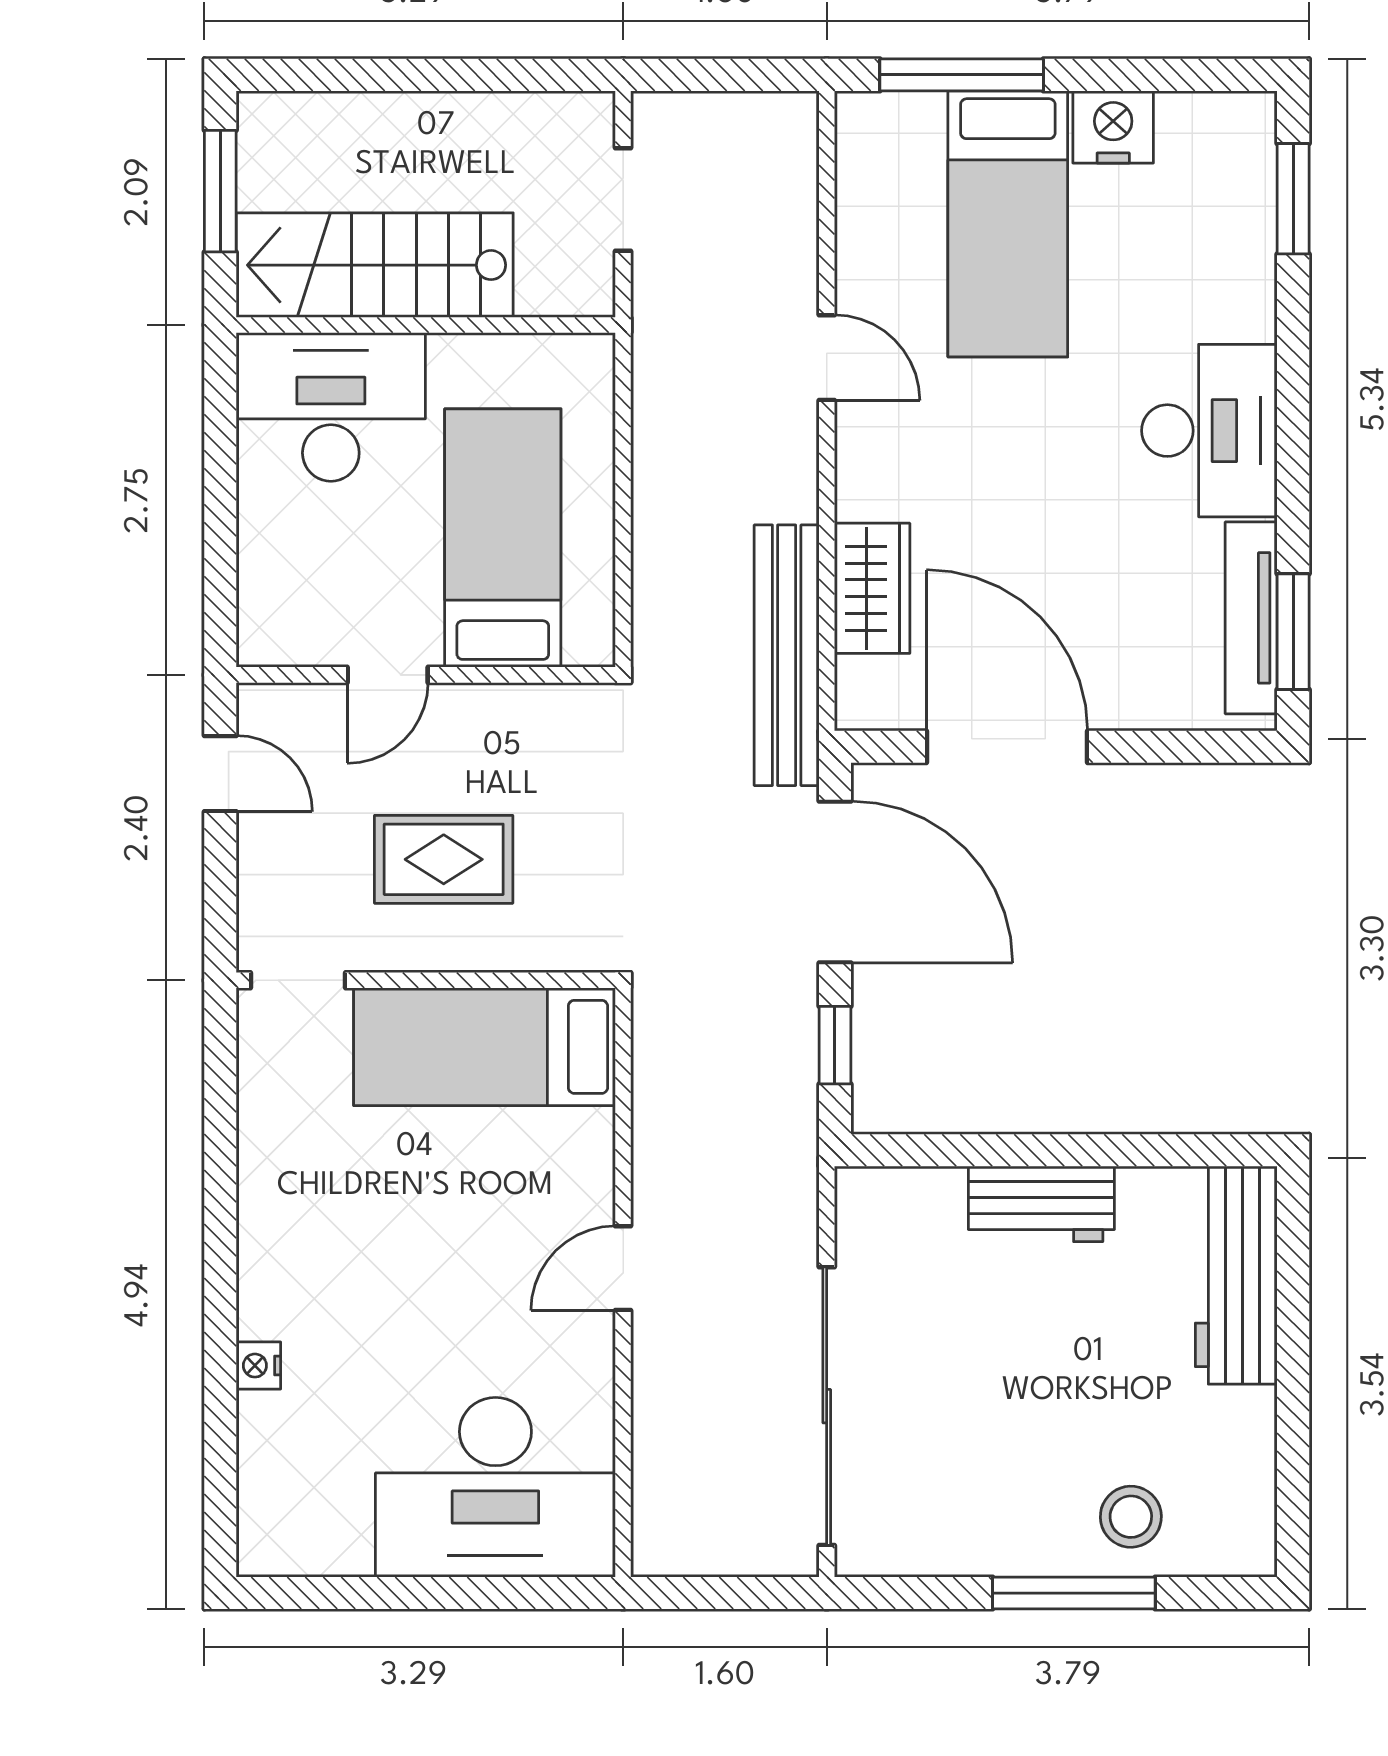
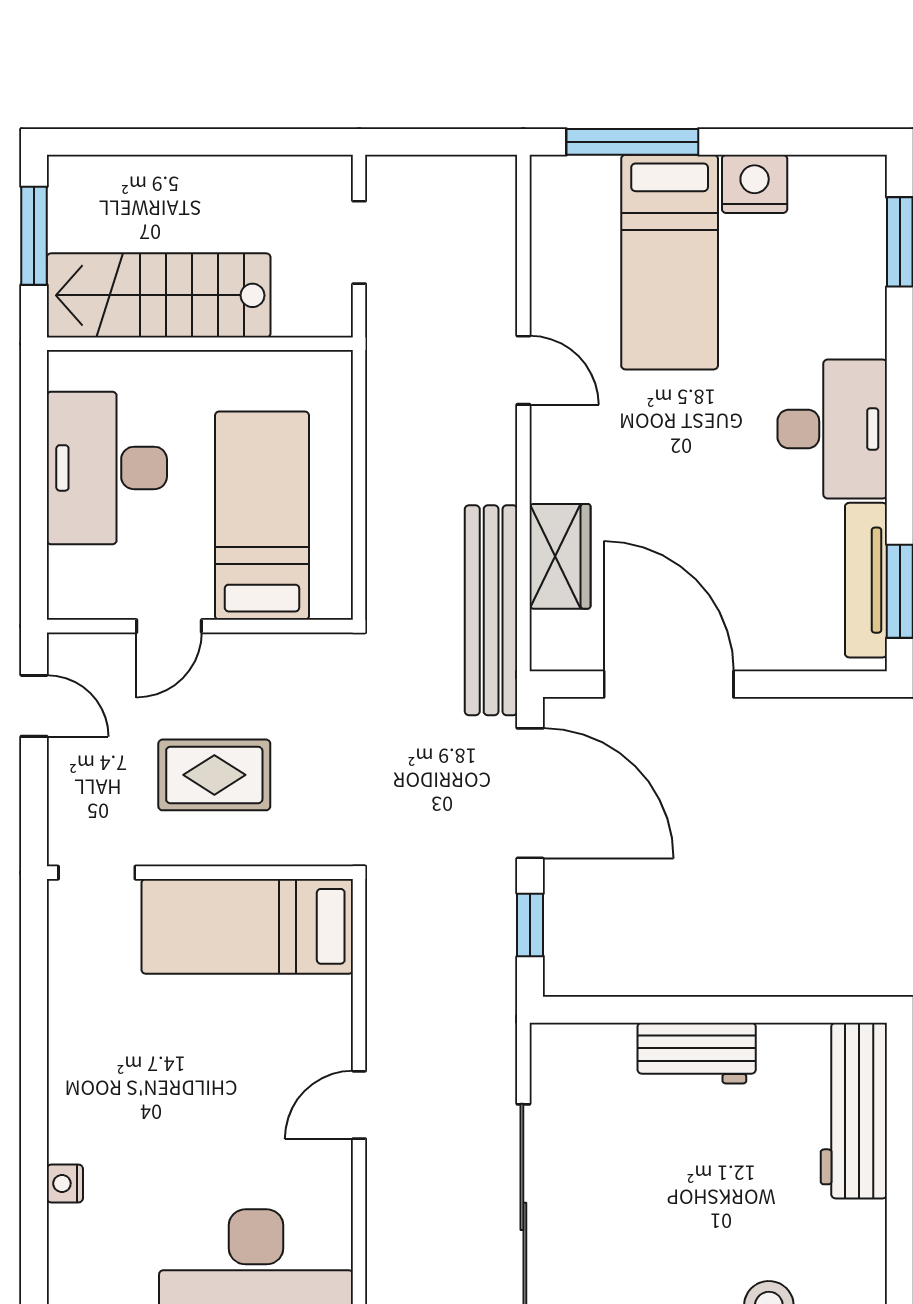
desk: (331, 407) -> (107, 468), moved, turned -90

